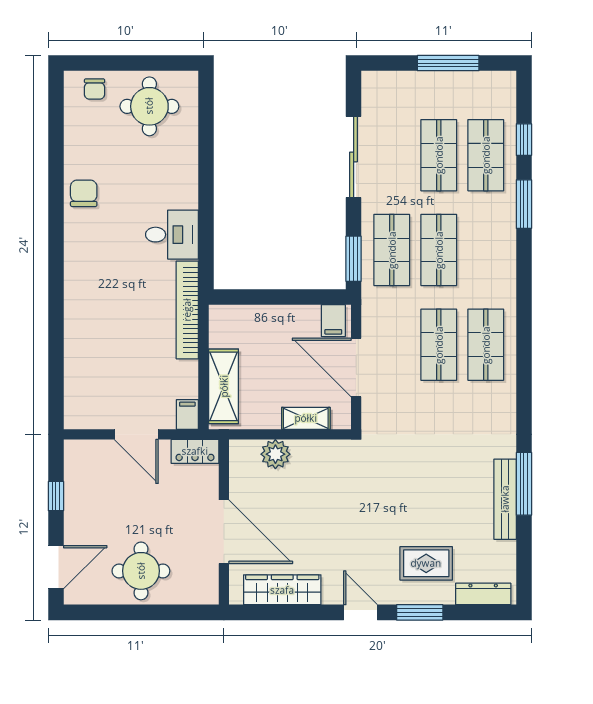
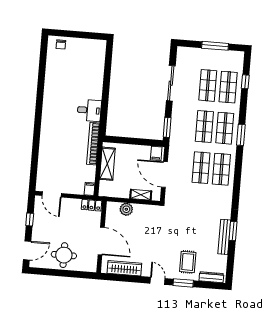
round table: (149, 106) -> (84, 54), removed
chair: (84, 193) -> (52, 89), removed
window: (524, 204) -> (241, 135), moved
shop shelf: (392, 250) -> (225, 128), moved
shelving: (224, 386) -> (107, 164), moved
door: (136, 434) -> (52, 194), moved
window: (524, 484) -> (233, 231), width x0.69
rug: (426, 563) -> (188, 262), turned 90

